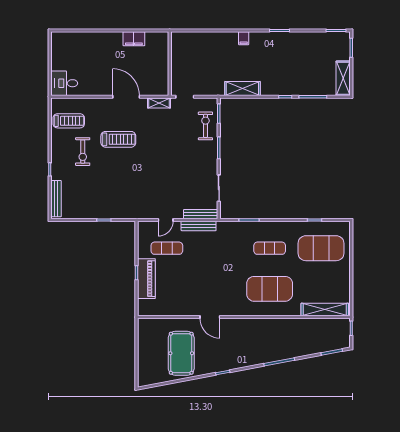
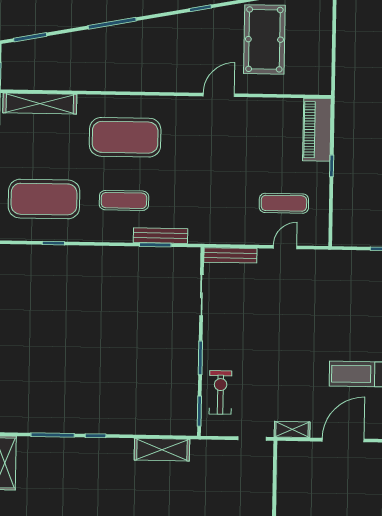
door: (126, 97) -> (343, 440), swing flipped
exercise bike: (205, 126) -> (220, 392), turned 180
bench: (199, 226) -> (161, 236), moved
piano: (146, 279) -> (317, 130), moved
door: (210, 317) -> (219, 95), hinge flipped

